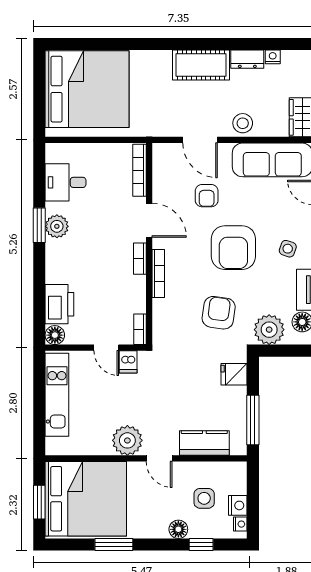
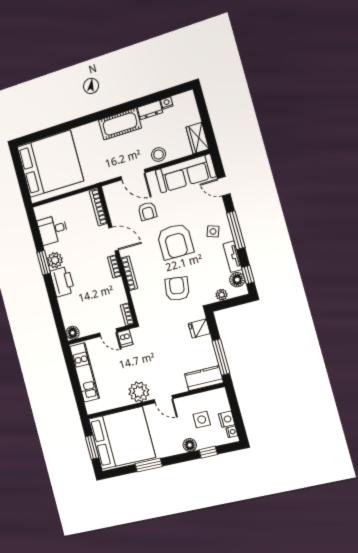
printer: (59, 304) -> (62, 282), moved
plant: (269, 330) -> (222, 295), width x0.53, depth x0.53
kitchen counter: (204, 443) -> (204, 378), moved

